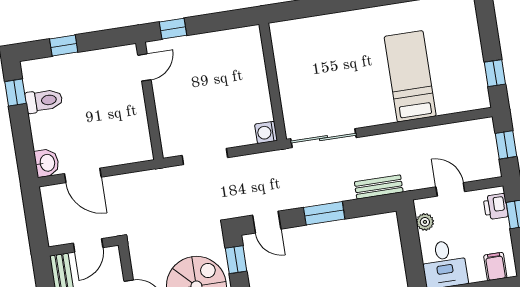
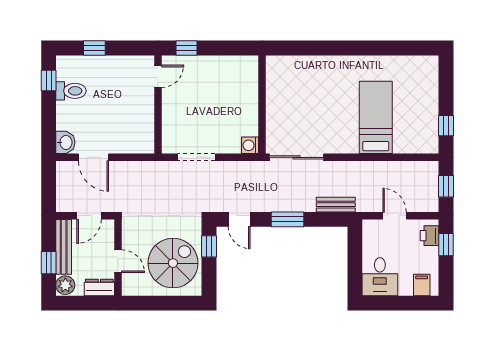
plant: (425, 222) -> (369, 239), removed

